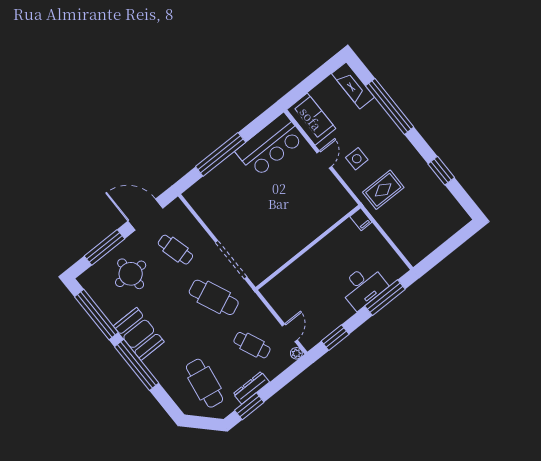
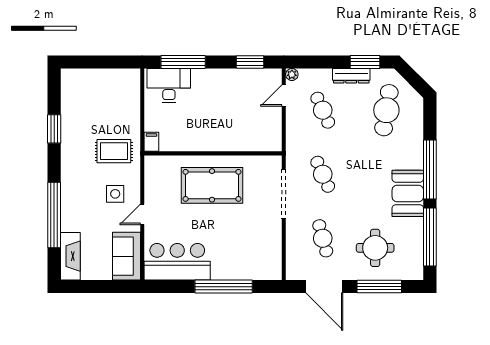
pool table: (290, 223) -> (212, 185), added
desk: (363, 287) -> (169, 85), moved
cafe table: (214, 297) -> (323, 174), width x0.73, depth x0.74

